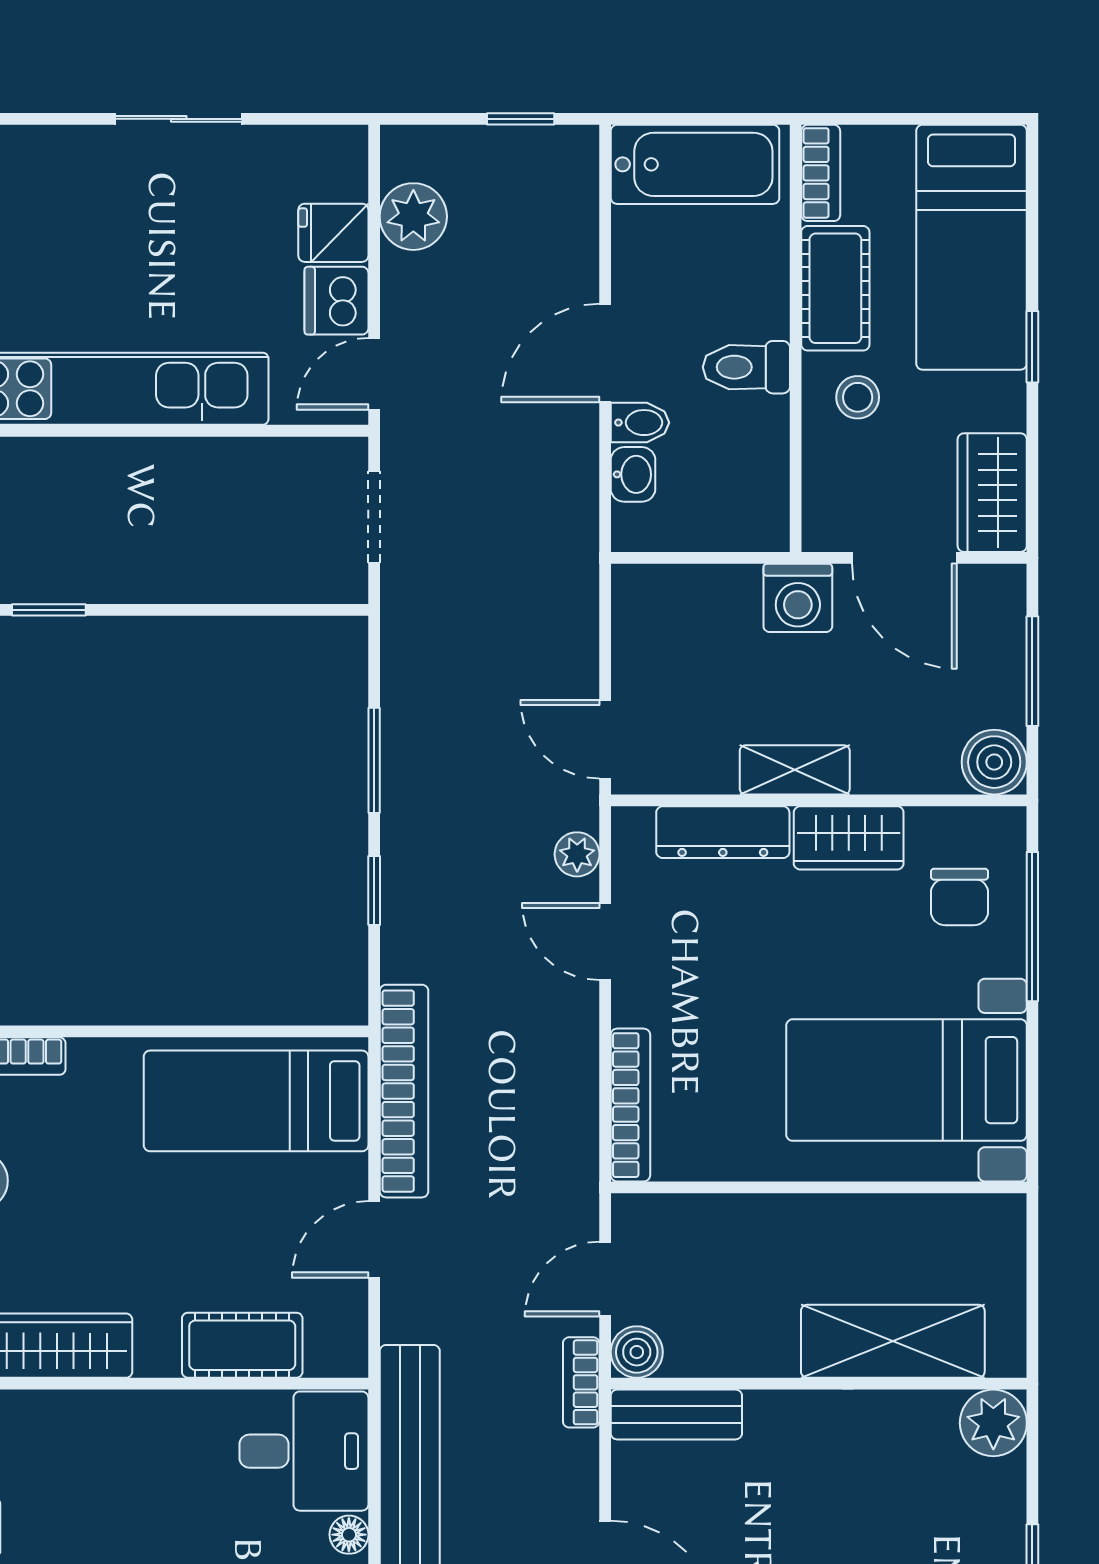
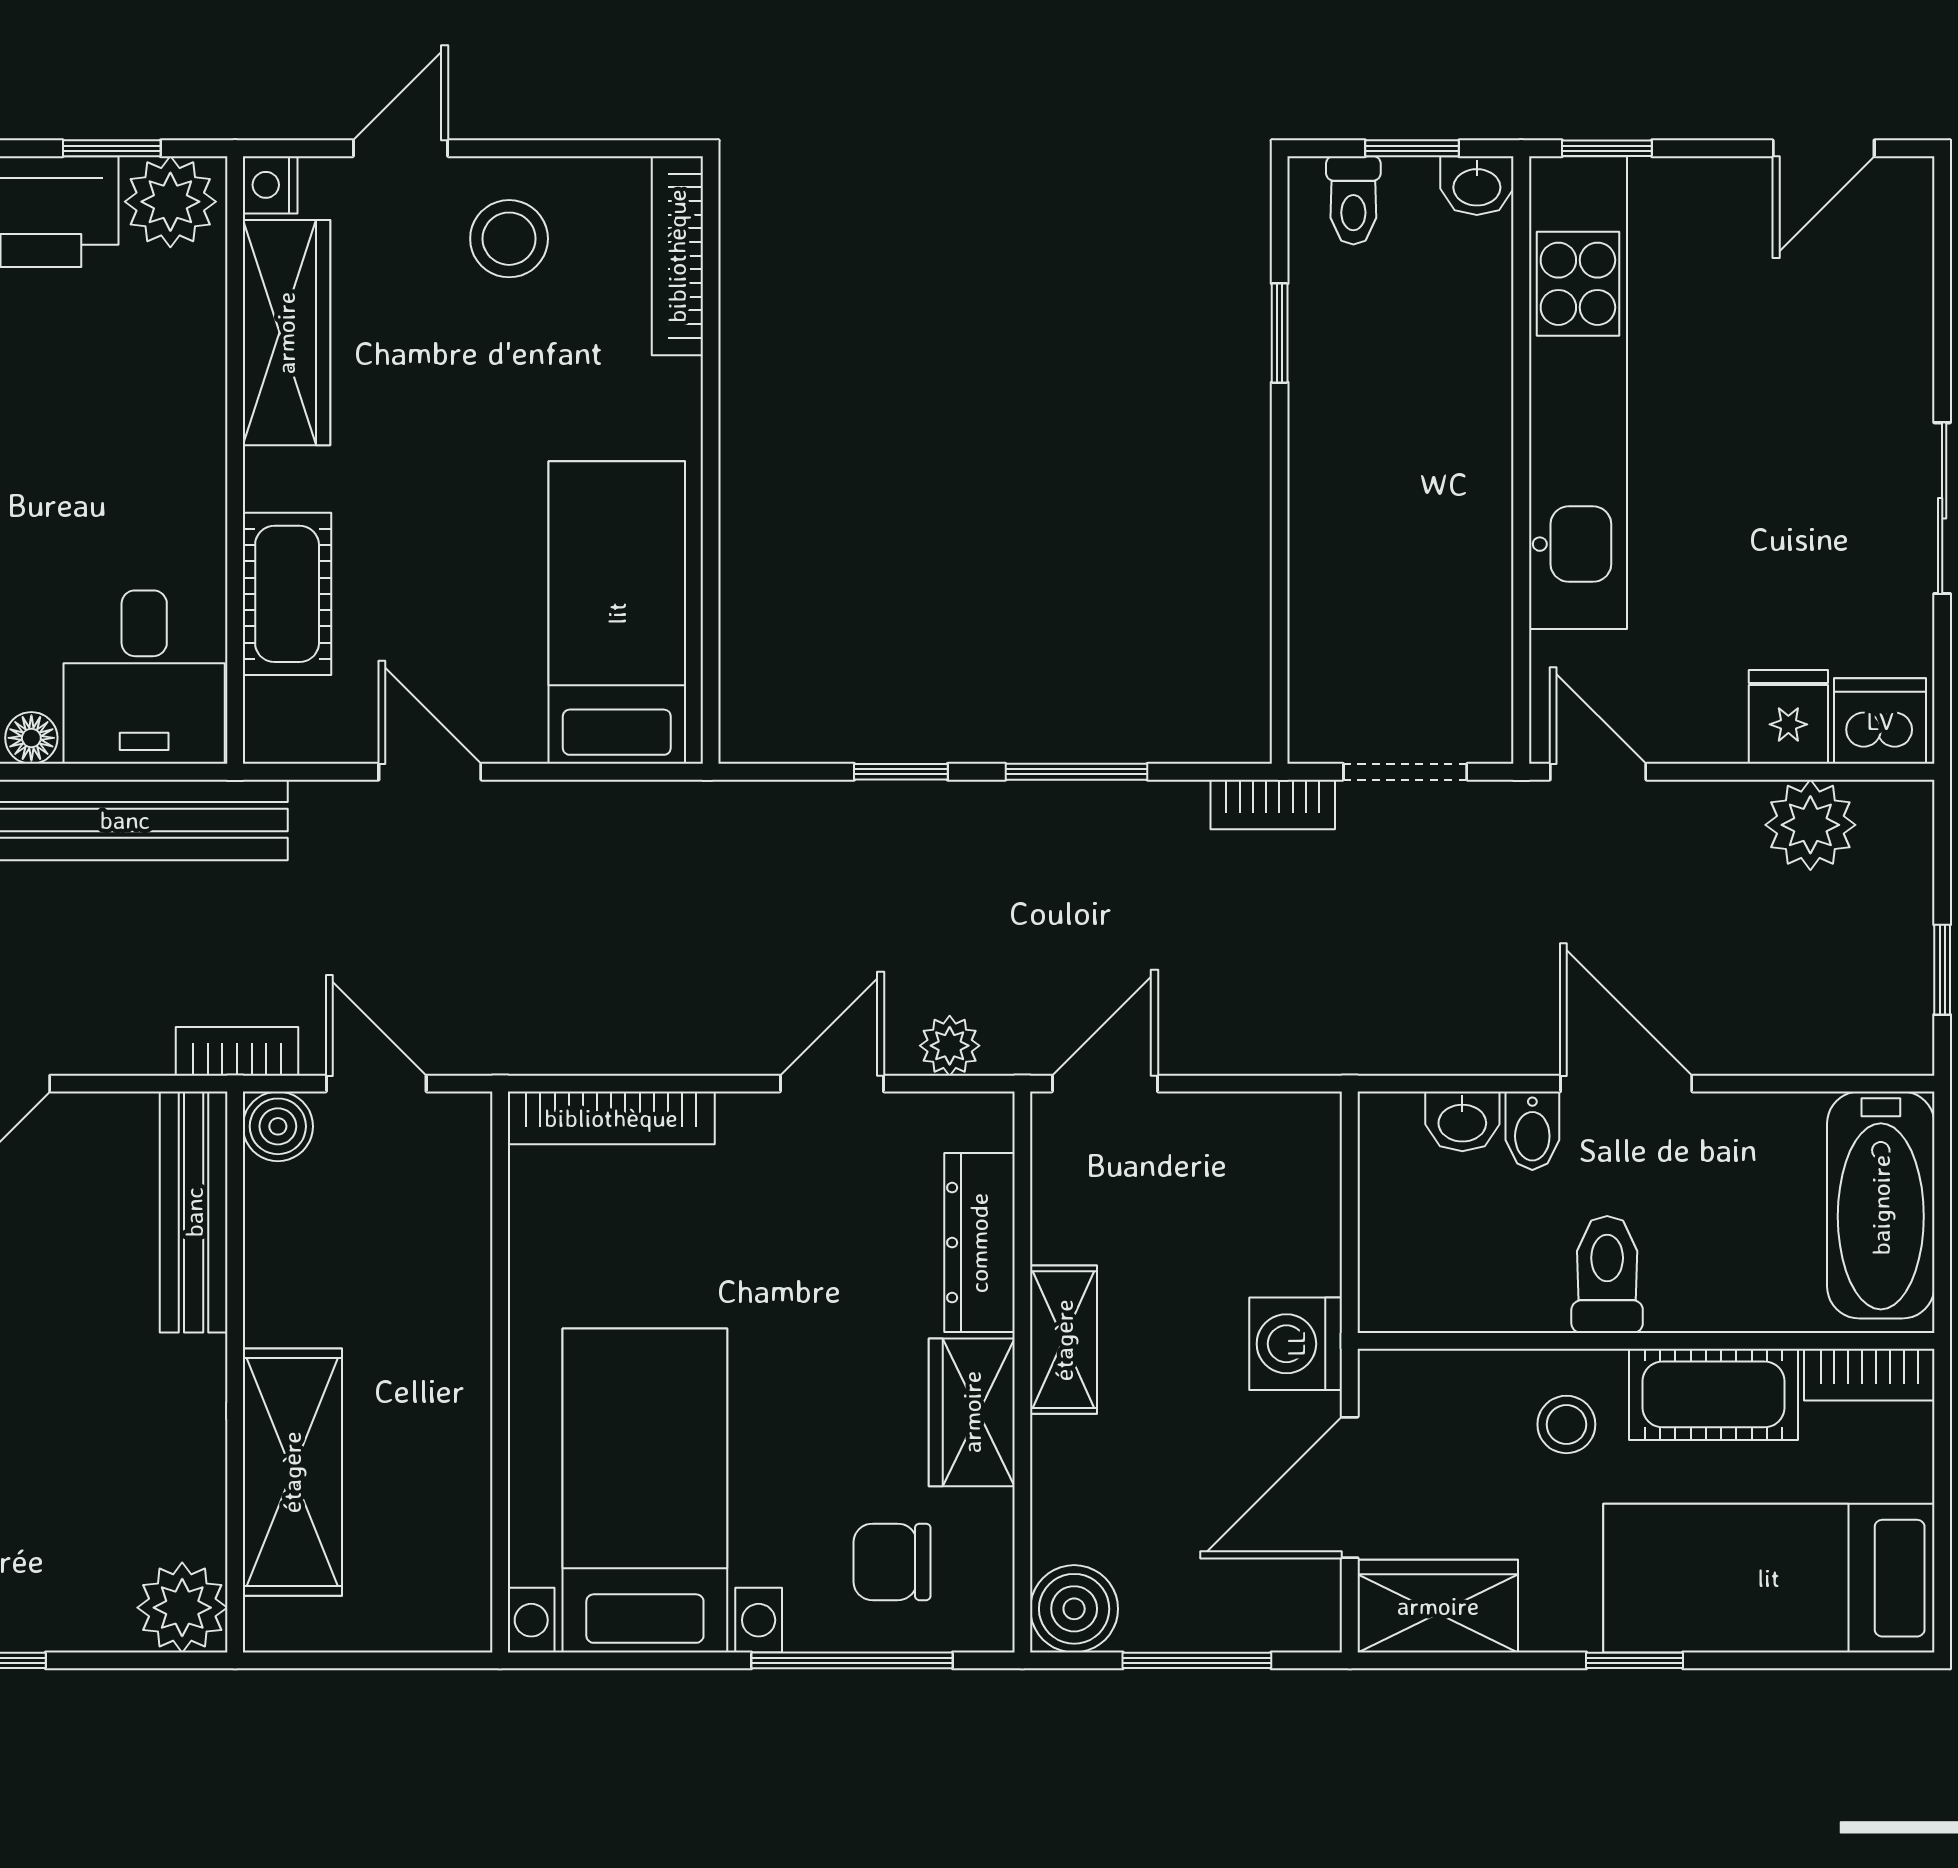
dishwasher: (336, 301) -> (1880, 721), moved
bookcase: (404, 1091) -> (1273, 804), moved, width x0.43, depth x0.76
bench: (676, 1415) -> (194, 1212), width x1.36

